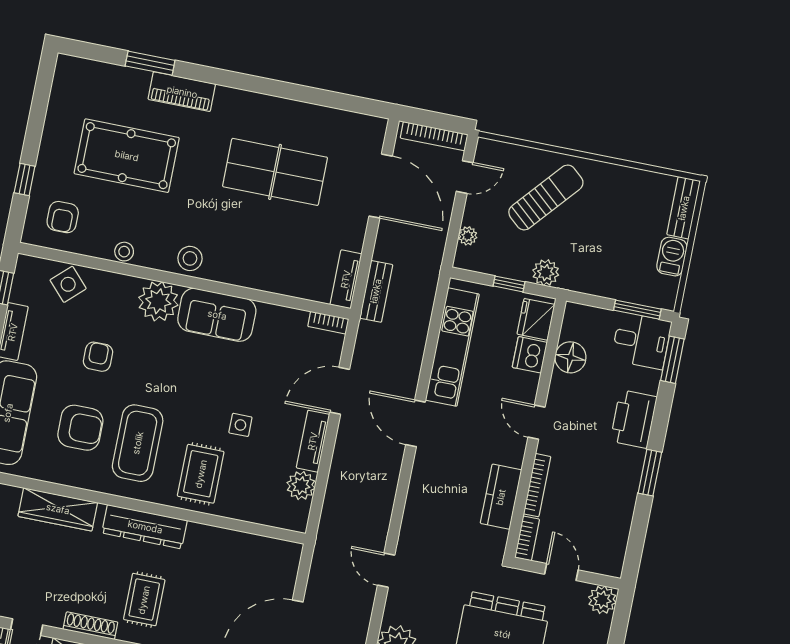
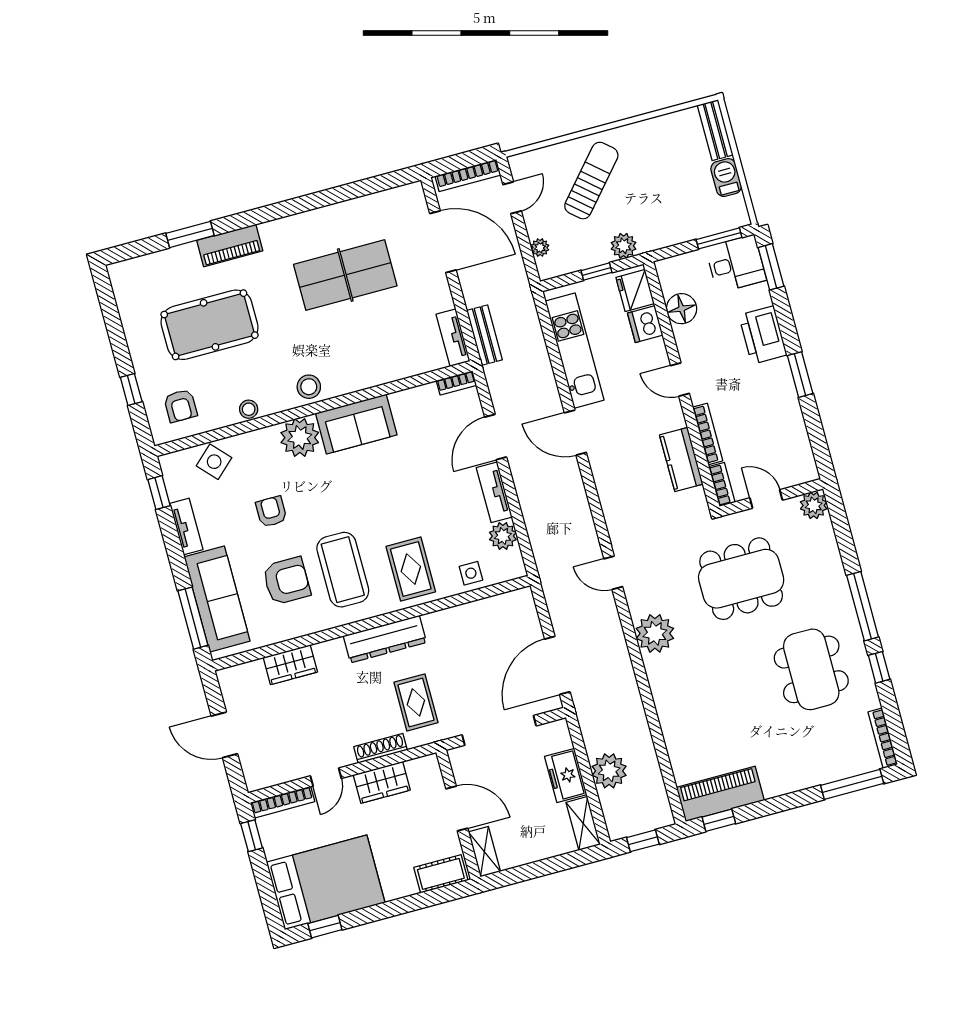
side table: (240, 425) -> (471, 573), moved
wardrobe: (58, 509) -> (290, 665), width x0.67

